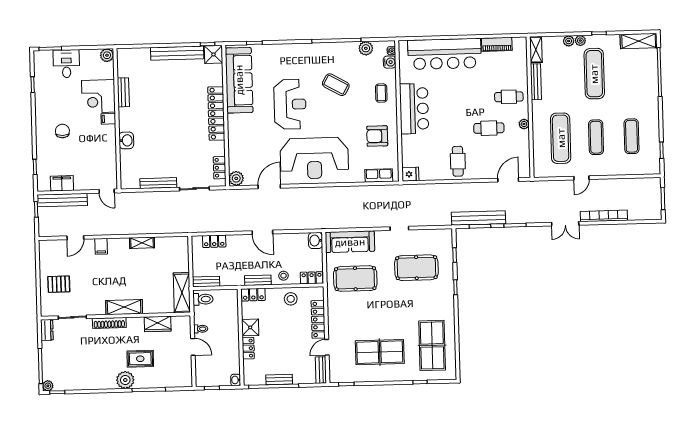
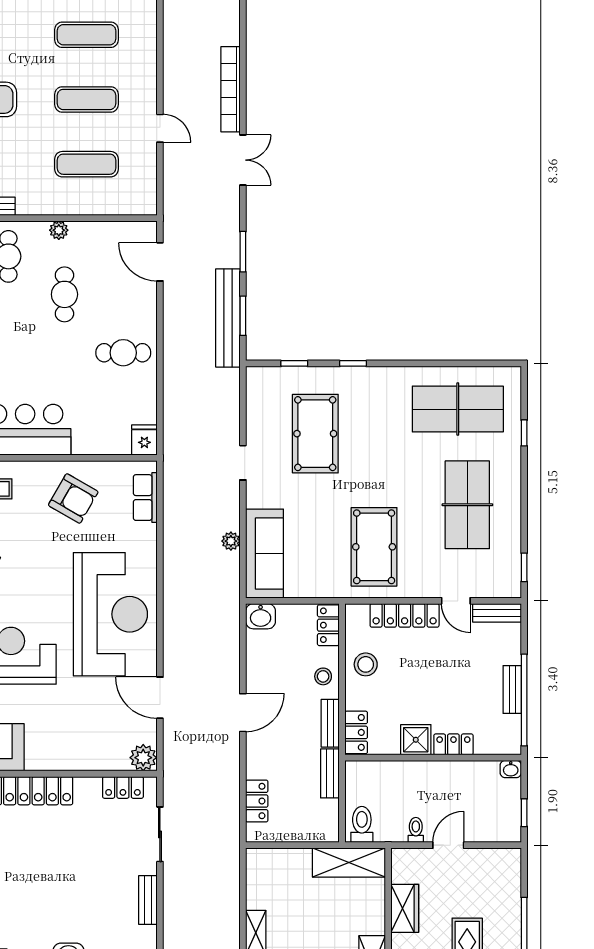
armchair: (377, 136) -> (73, 498), turned -60
exercise mat: (561, 138) -> (87, 164), width x0.73, depth x0.69
bench: (158, 183) -> (148, 900), width x0.73
plant: (356, 223) -> (231, 541), added
pool table: (355, 279) -> (374, 547), moved
bench: (206, 282) -> (330, 773), moved

